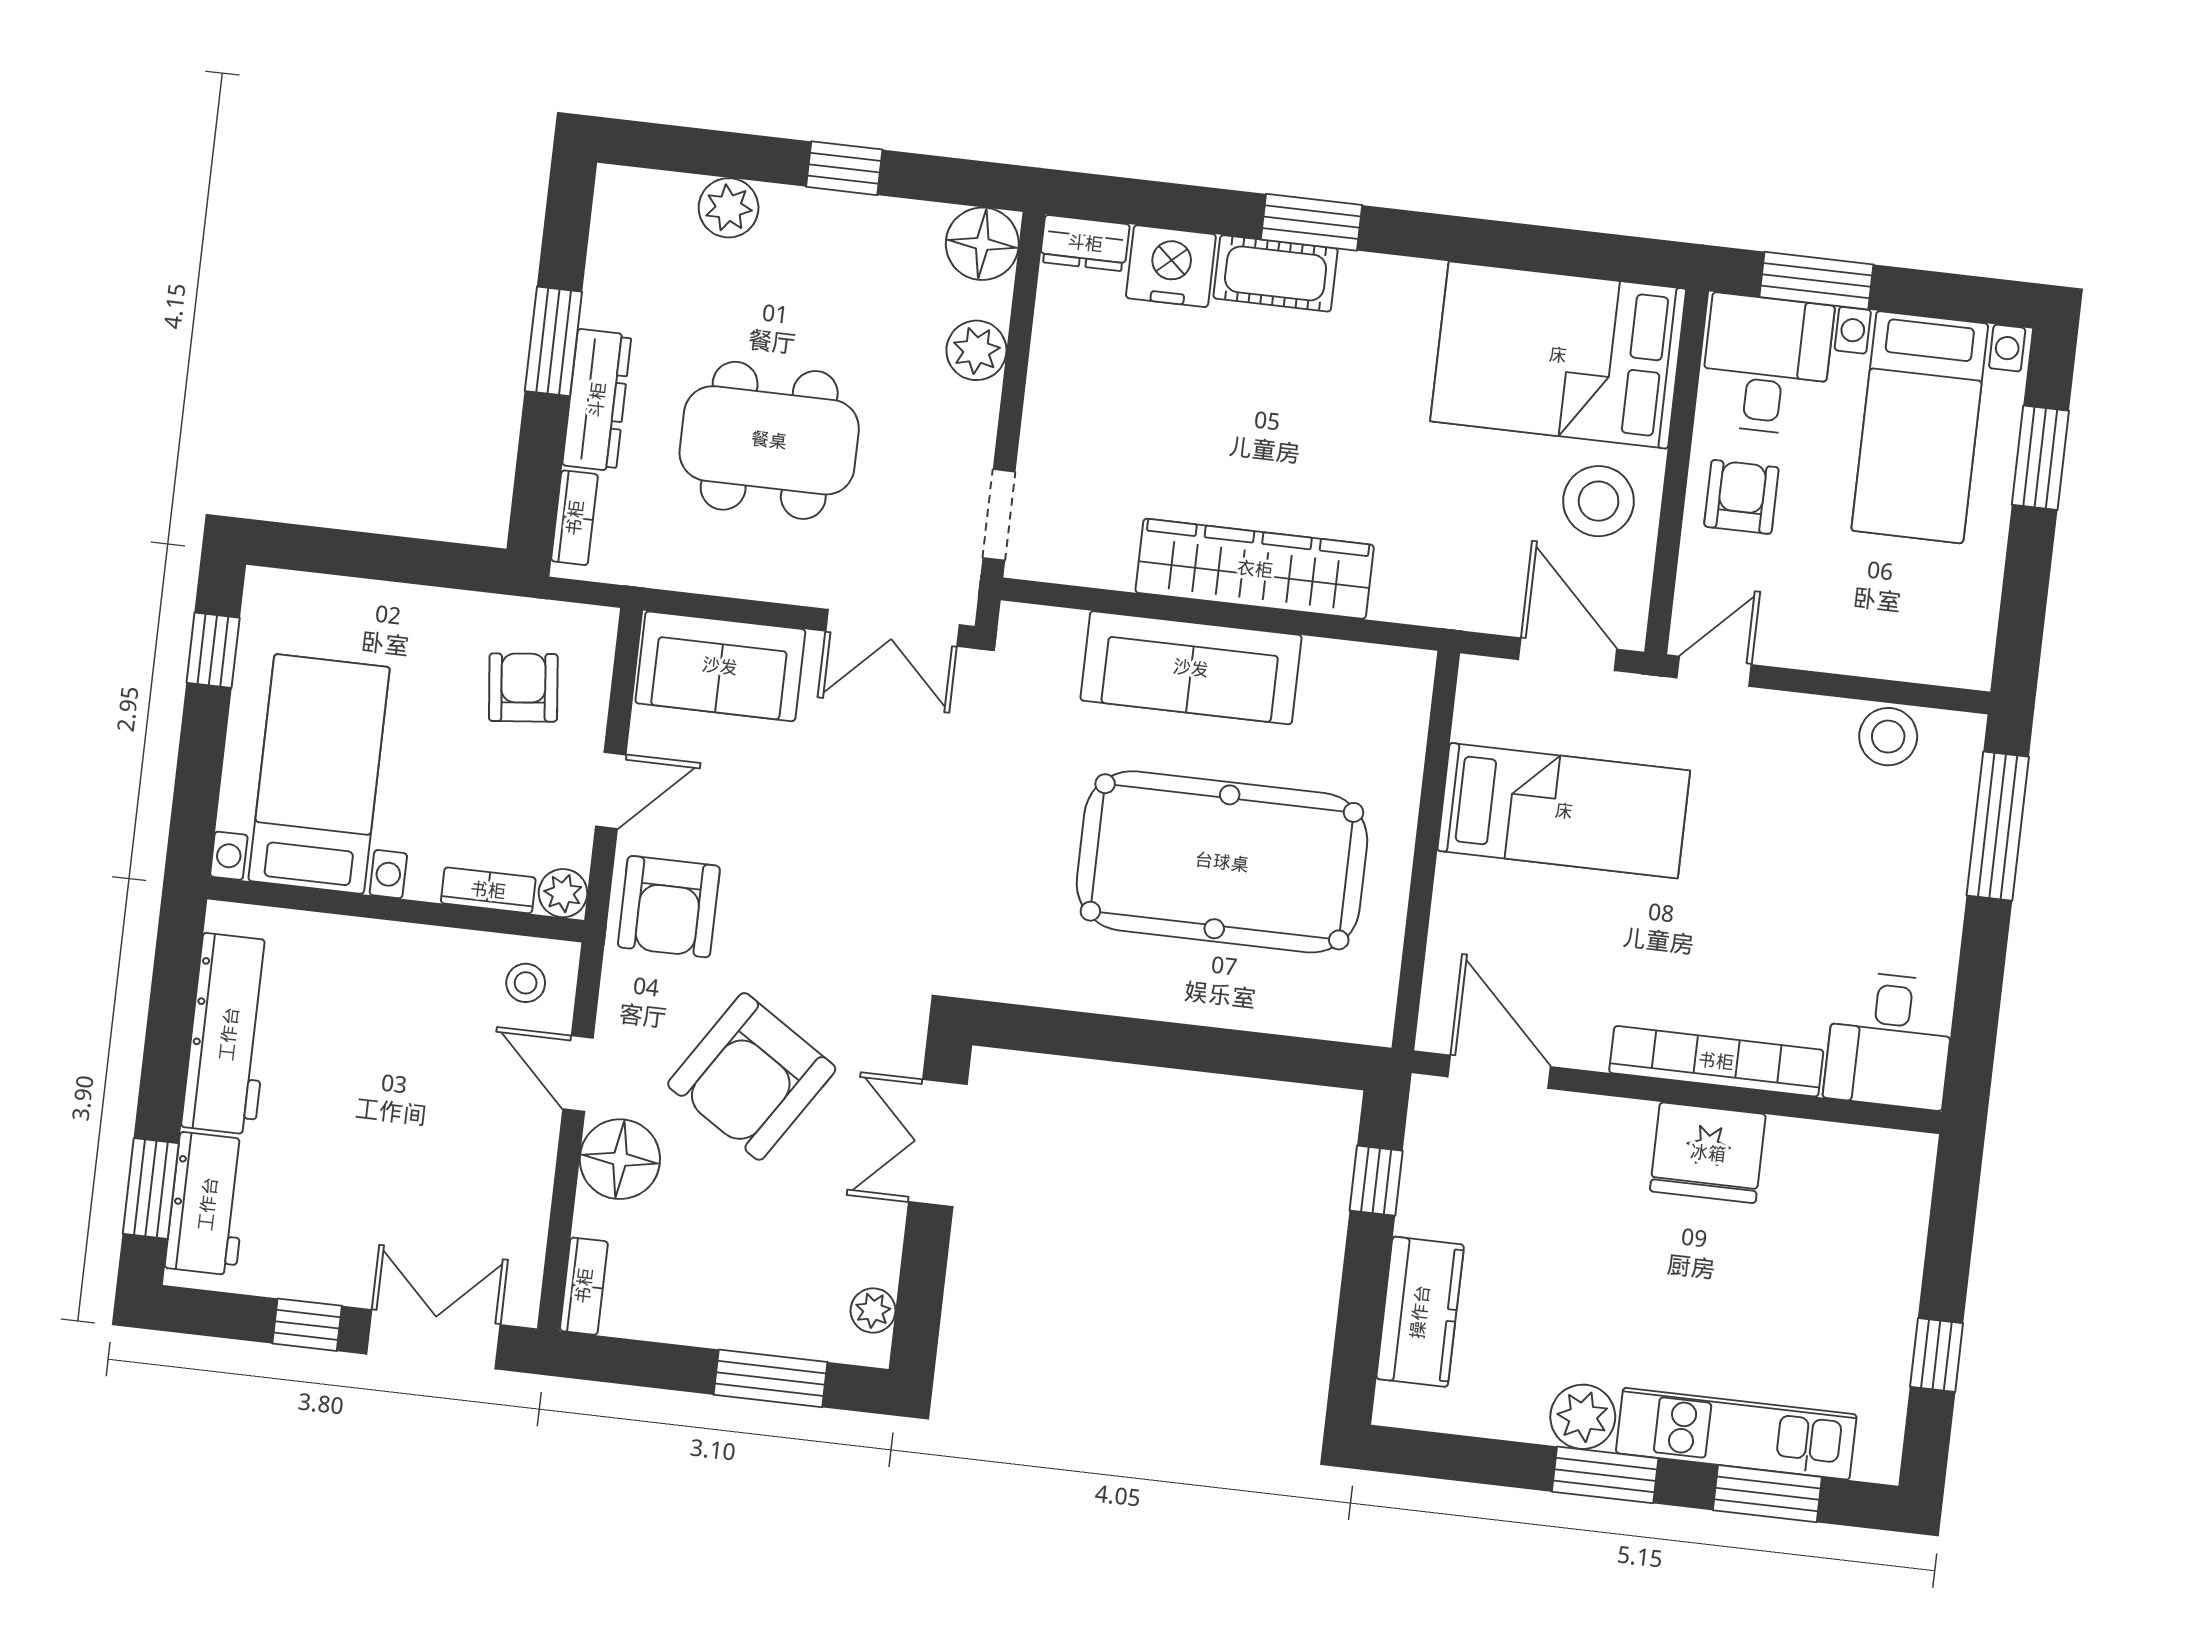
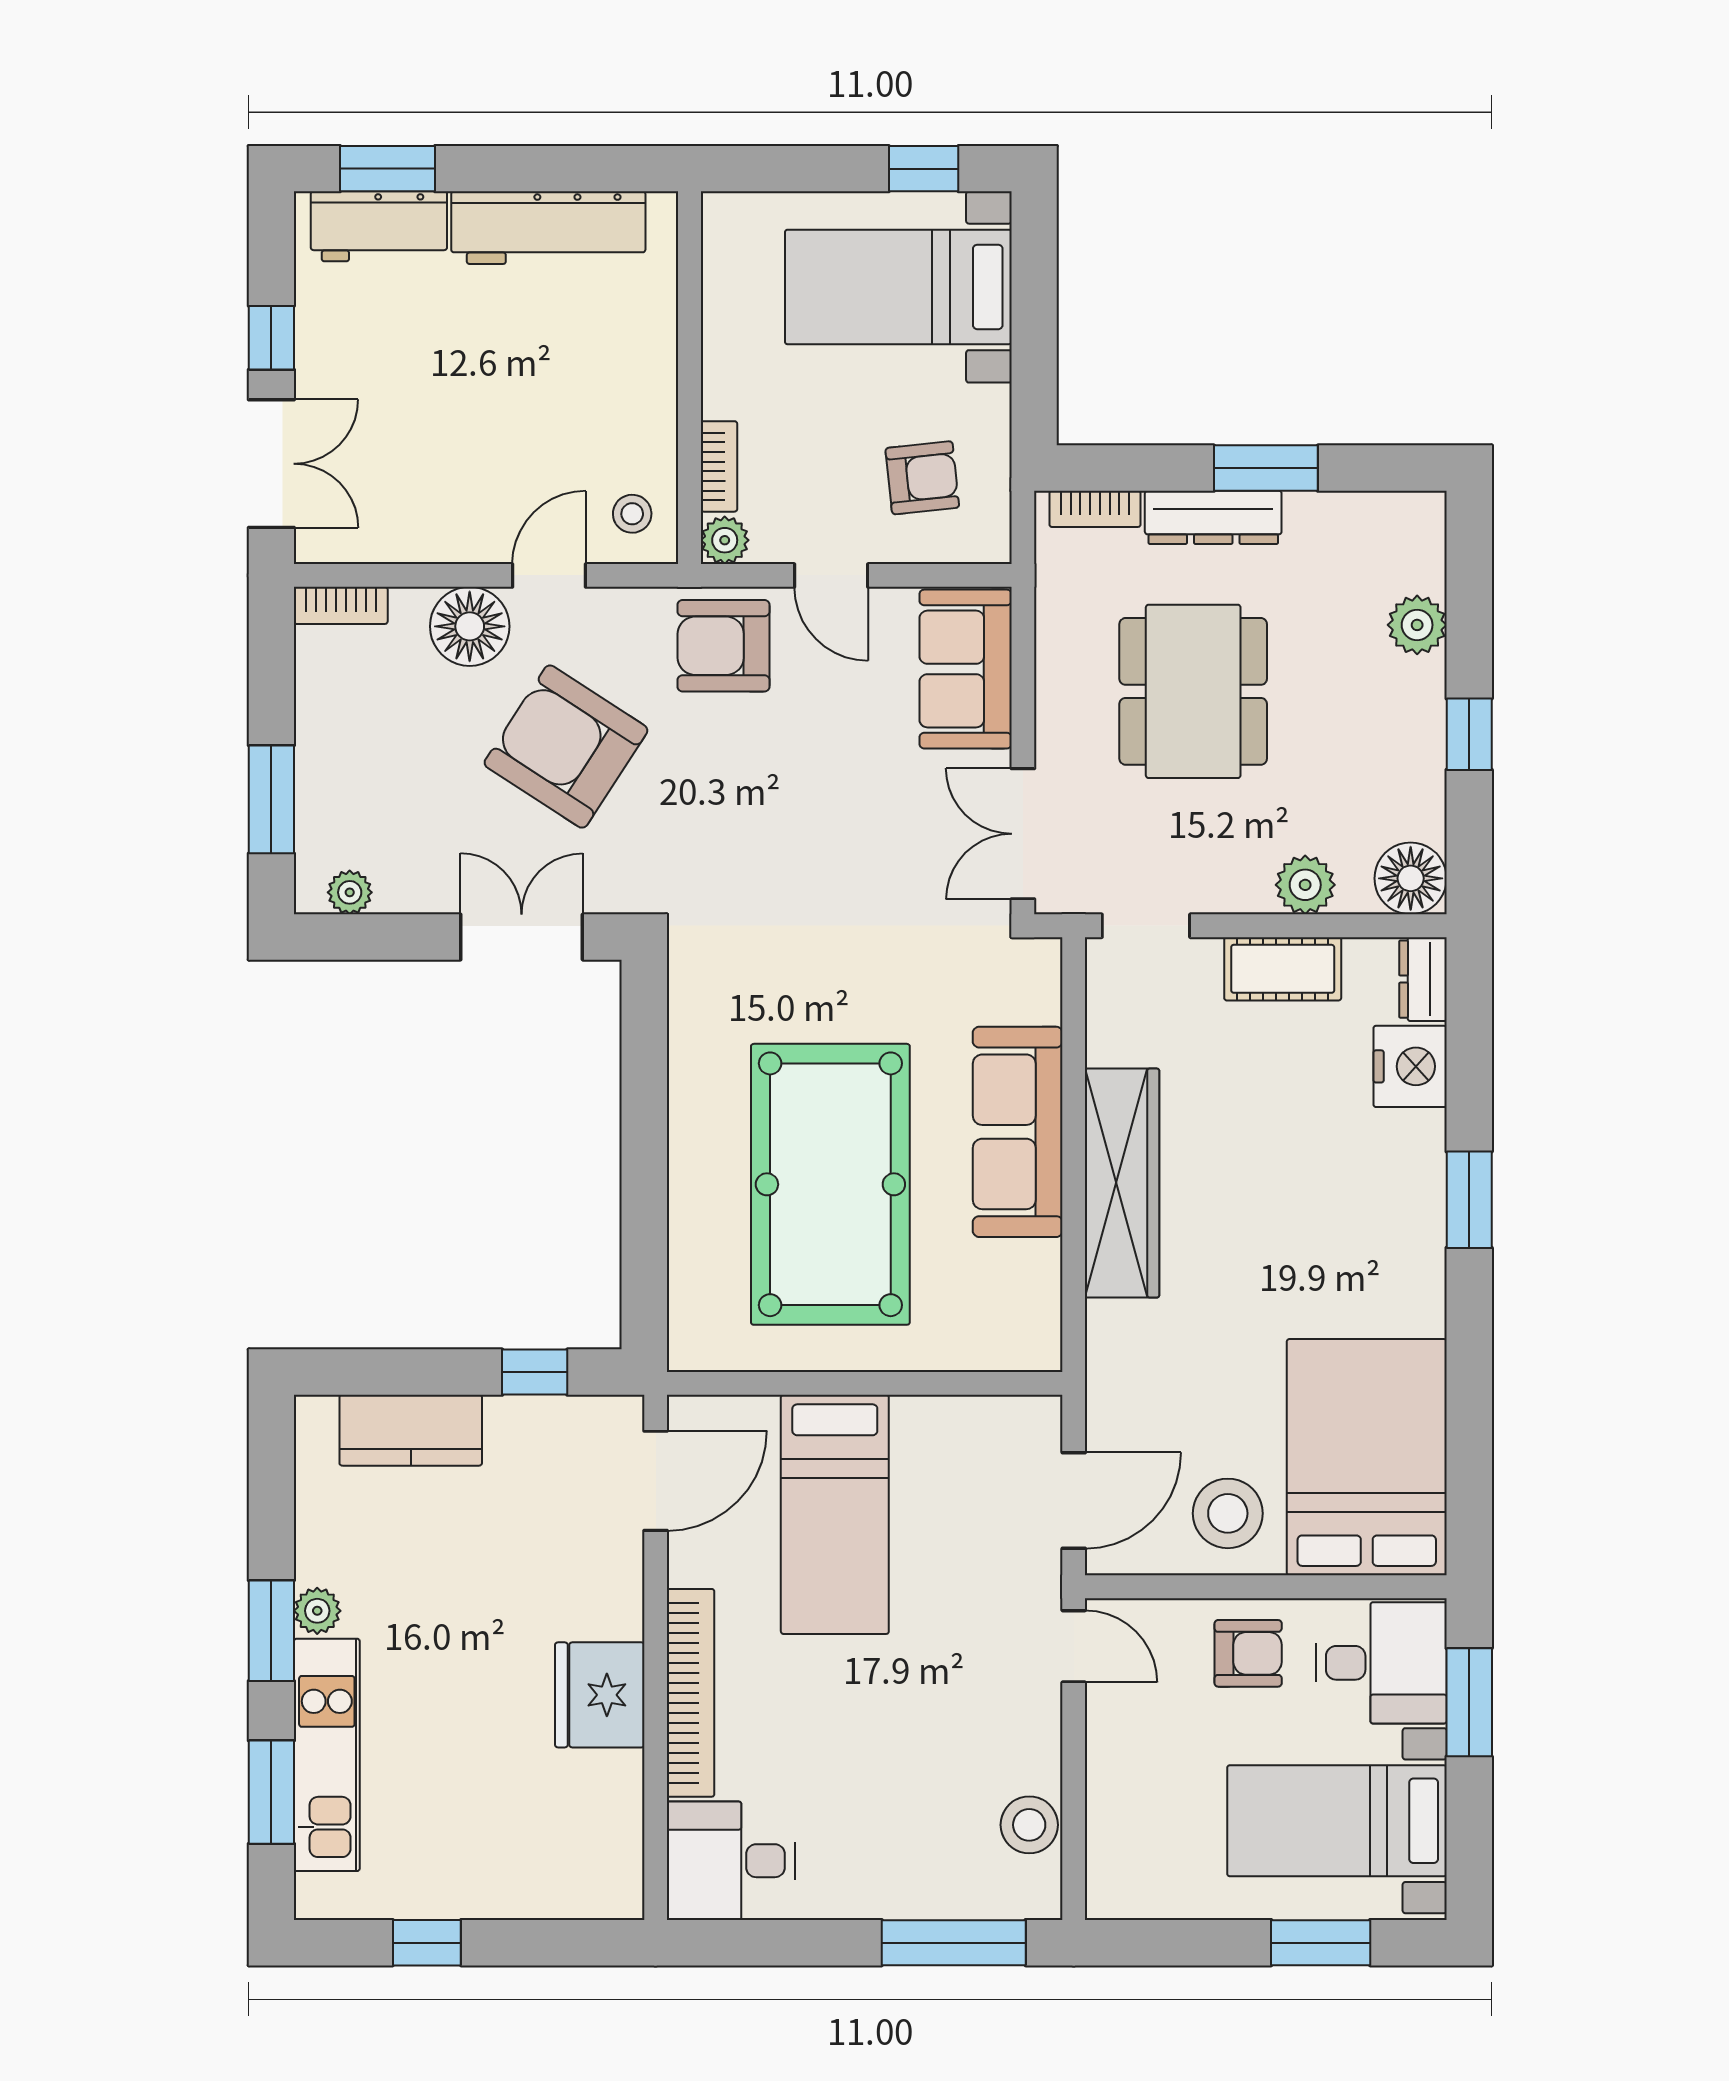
cot: (1276, 273) -> (1283, 969), moved, turned 90
bed with nightstands: (319, 774) -> (898, 287), moved, turned 180
bed: (1564, 811) -> (835, 1514), moved
plant: (1583, 1417) -> (317, 1611), width x0.73, depth x0.73

